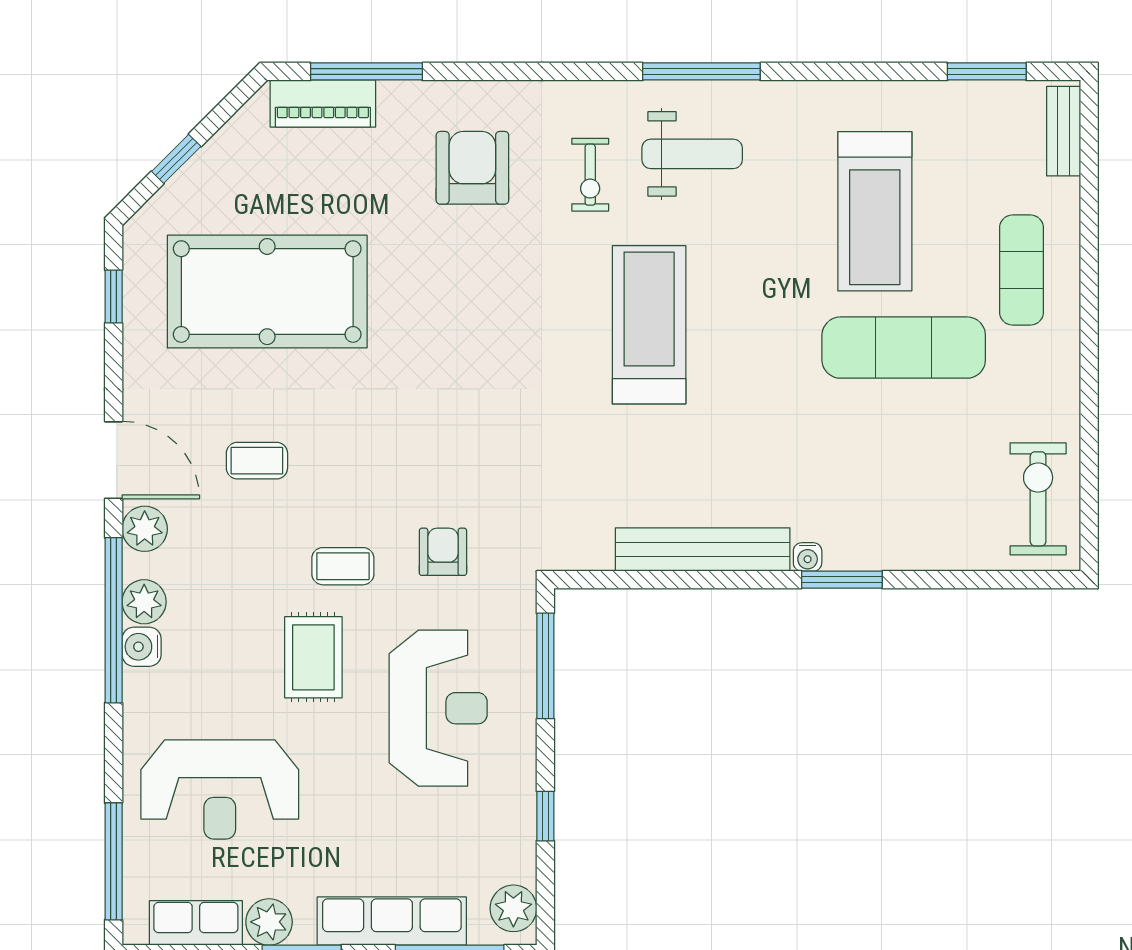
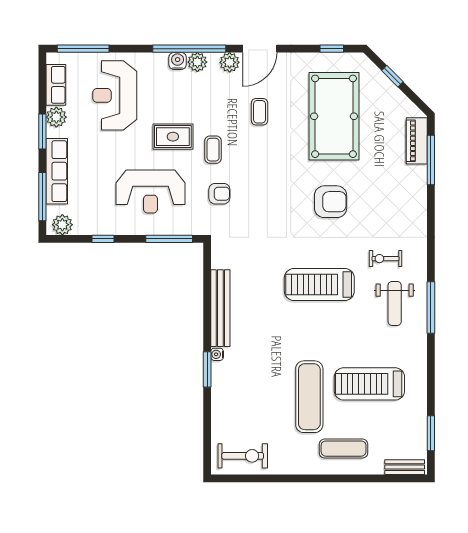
armchair: (472, 168) -> (331, 202), moved
treadmill: (649, 325) -> (319, 284), turned 180

